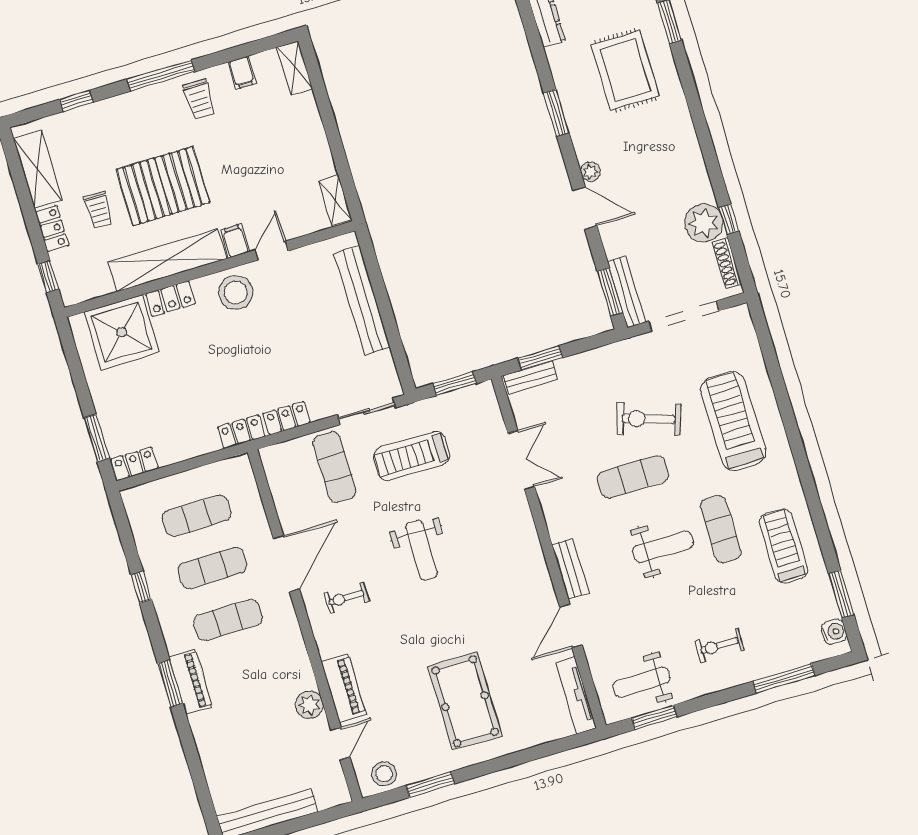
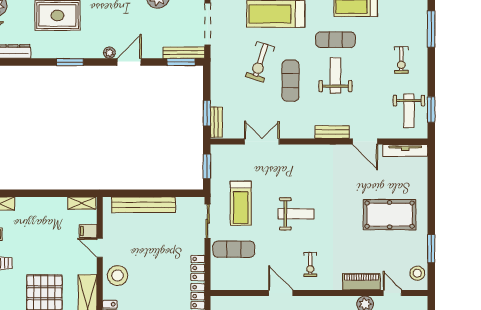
filing cabinet: (235, 241) -> (88, 231), moved
door: (286, 564) -> (281, 293), width x0.73

